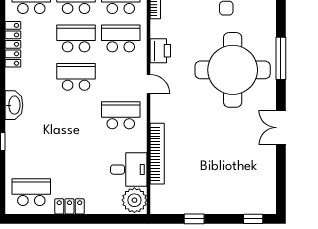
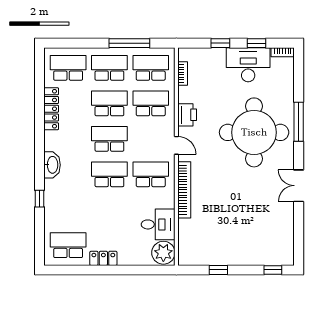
school desk: (76, 115) -> (109, 174), added
bookcase: (157, 154) -> (184, 190), moved

